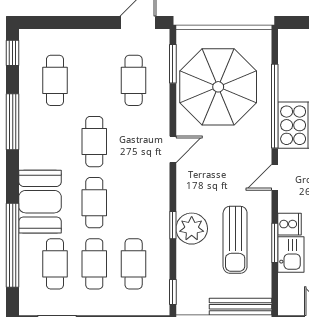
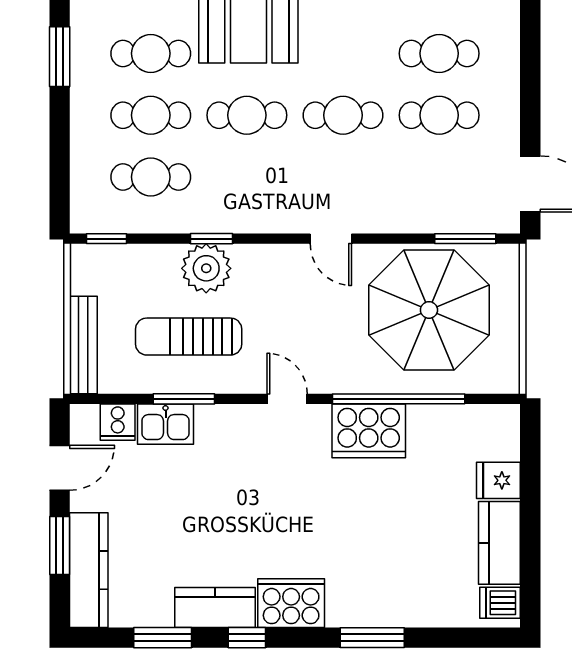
cafe table: (134, 80) -> (439, 115), moved
cooker: (290, 224) -> (118, 422), moved

